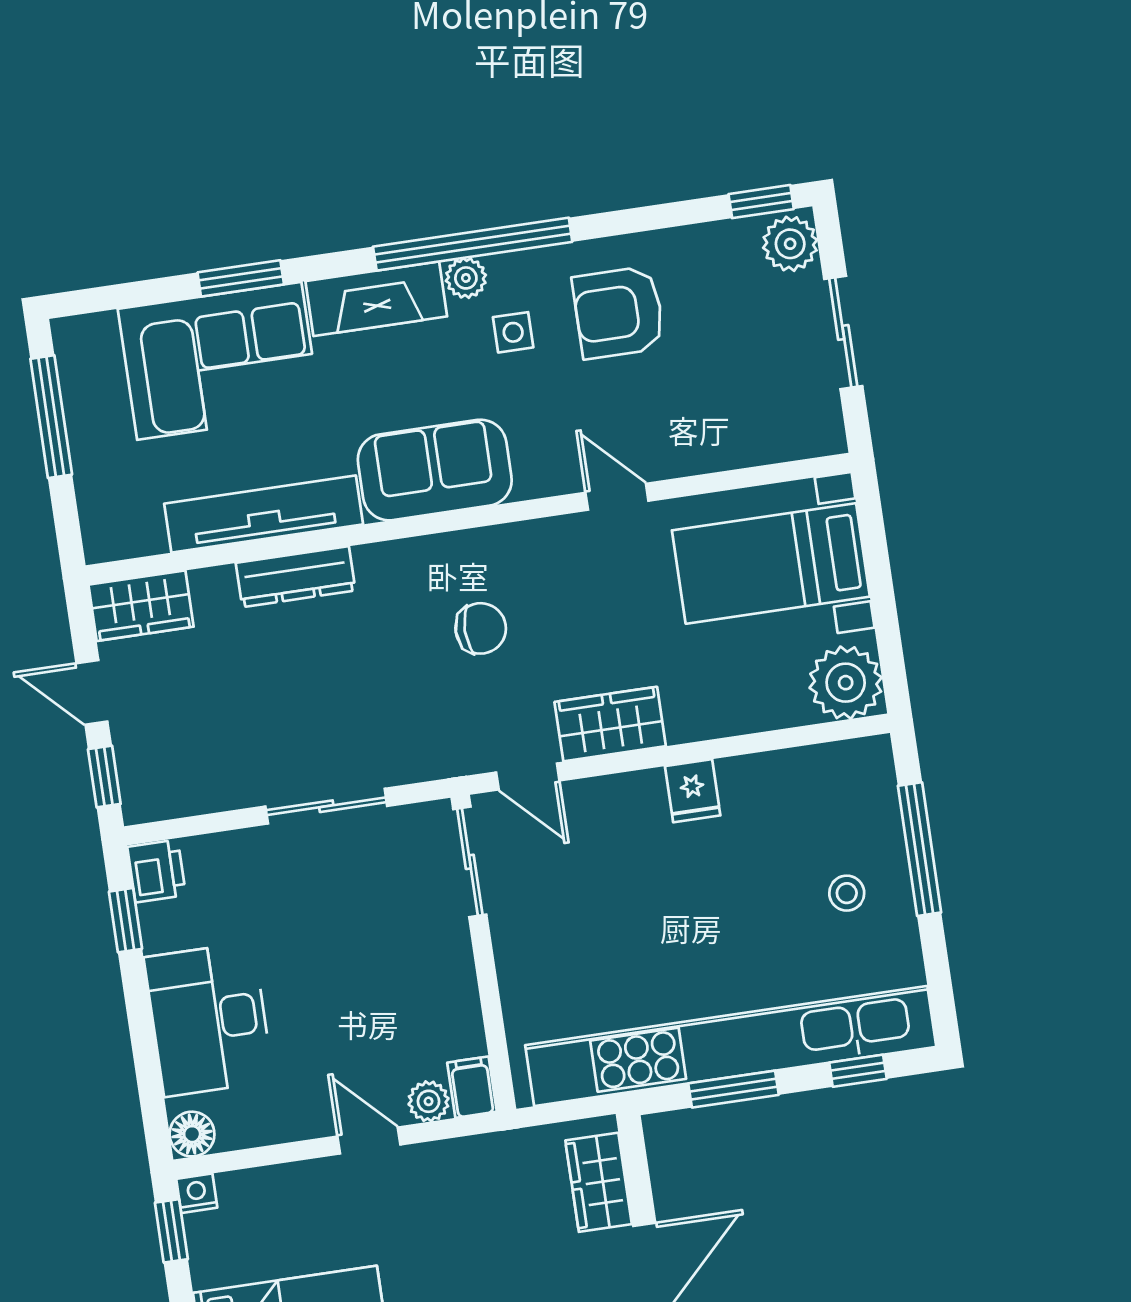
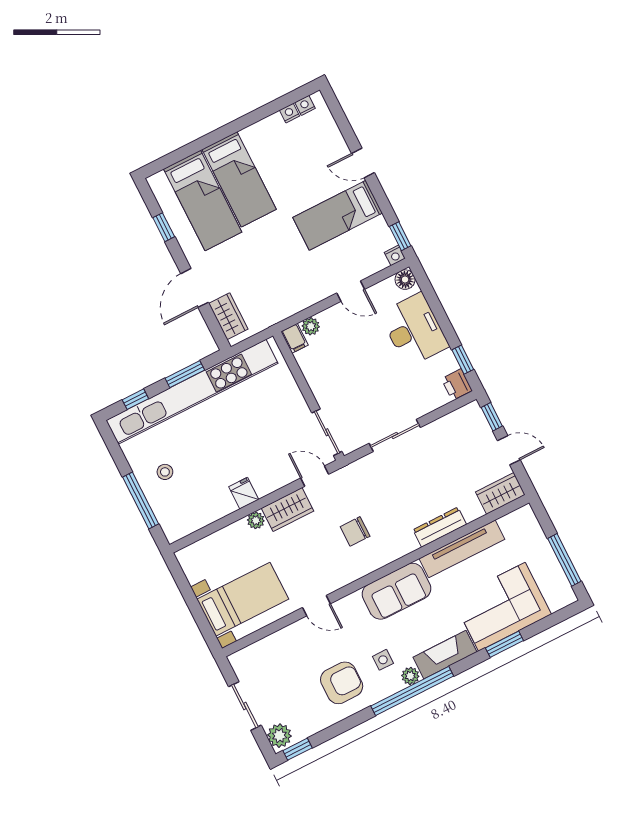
plant: (846, 683) -> (256, 520), moved, width x0.53, depth x0.53
door: (369, 1140) -> (351, 291), moved

